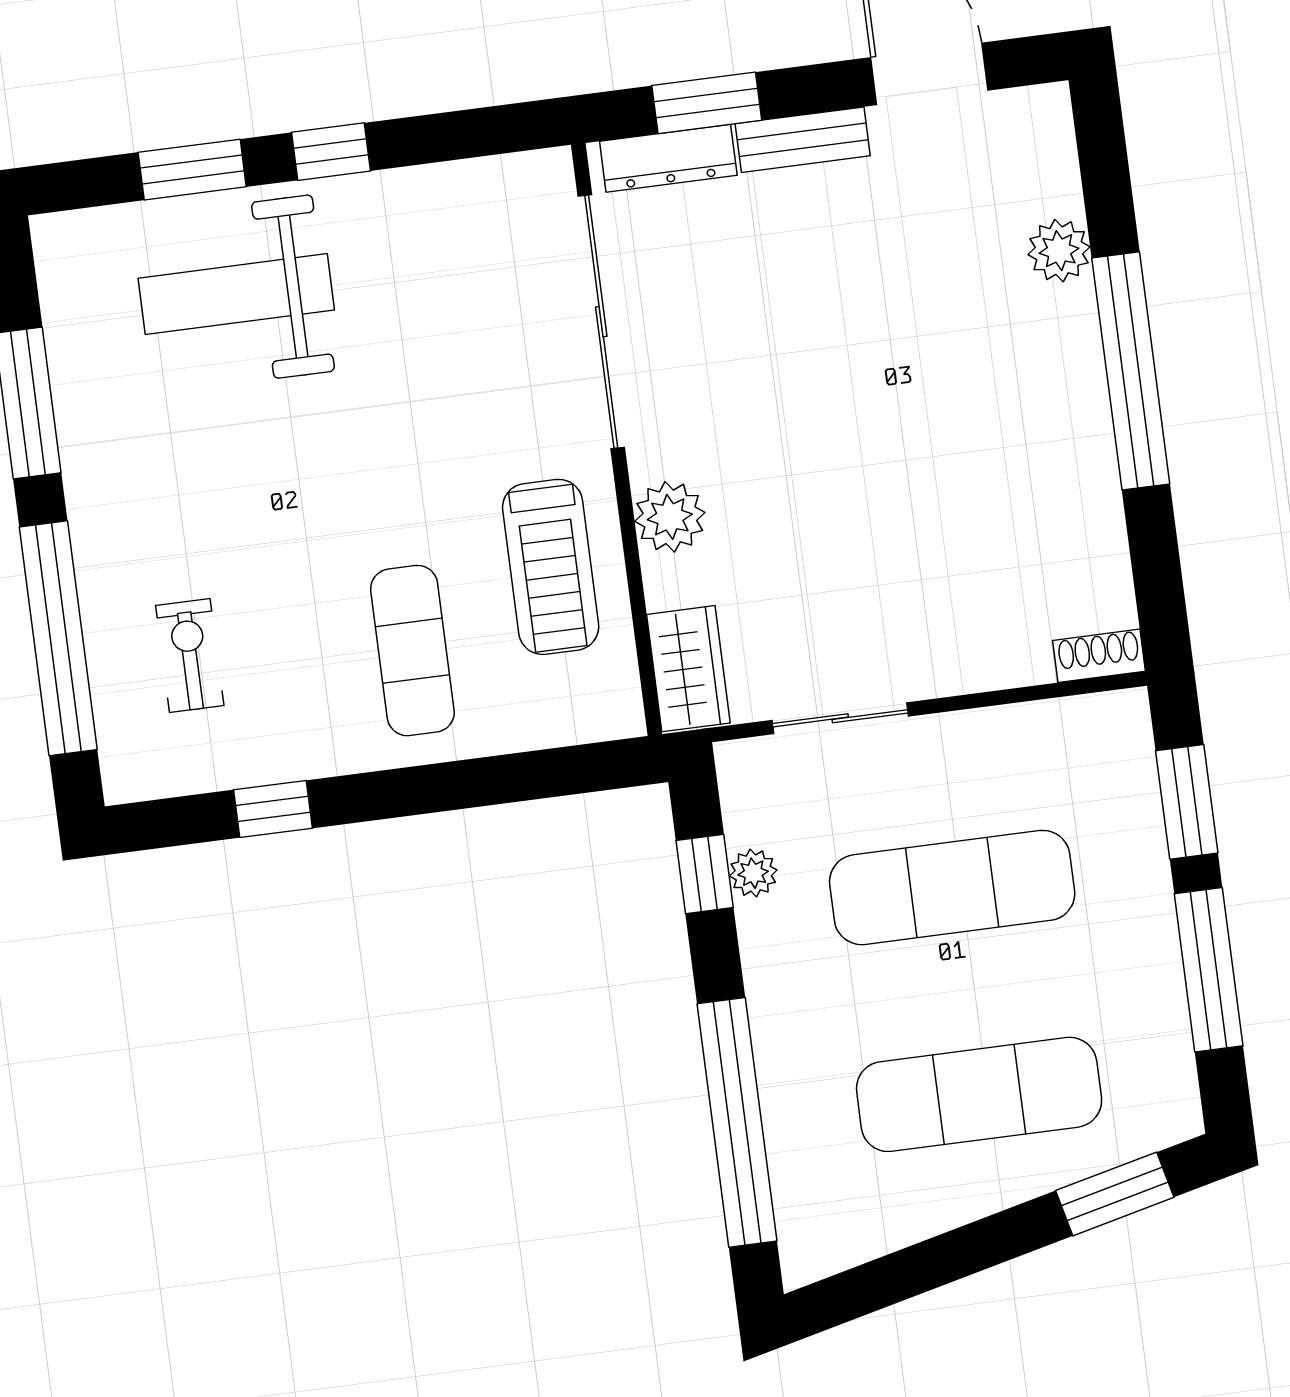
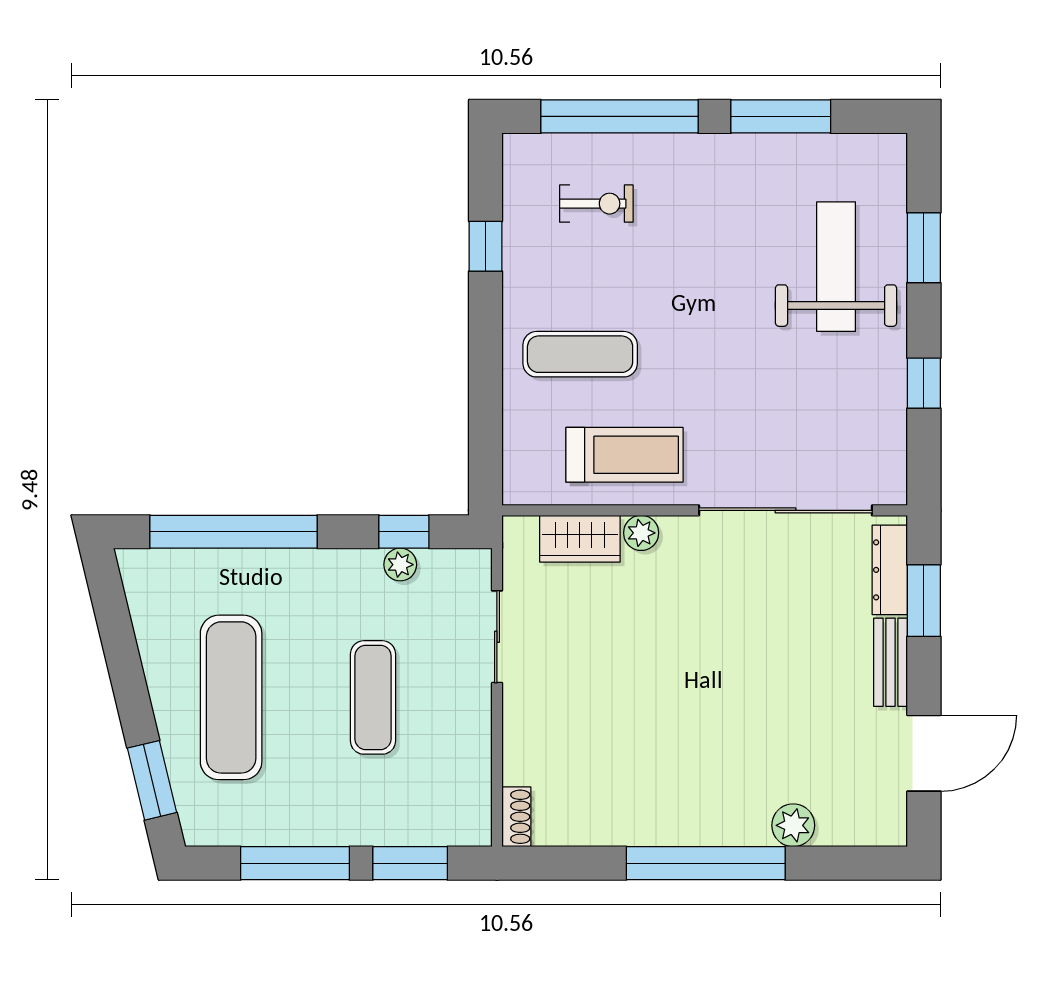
window: (331, 152) -> (924, 383), moved
plant: (670, 517) -> (641, 533), width x0.73, depth x0.73
treadmill: (551, 567) -> (624, 455), turned 180
wardrobe: (688, 669) -> (580, 539), moved
exercise mat: (952, 888) -> (373, 697), width x0.73, depth x0.69

